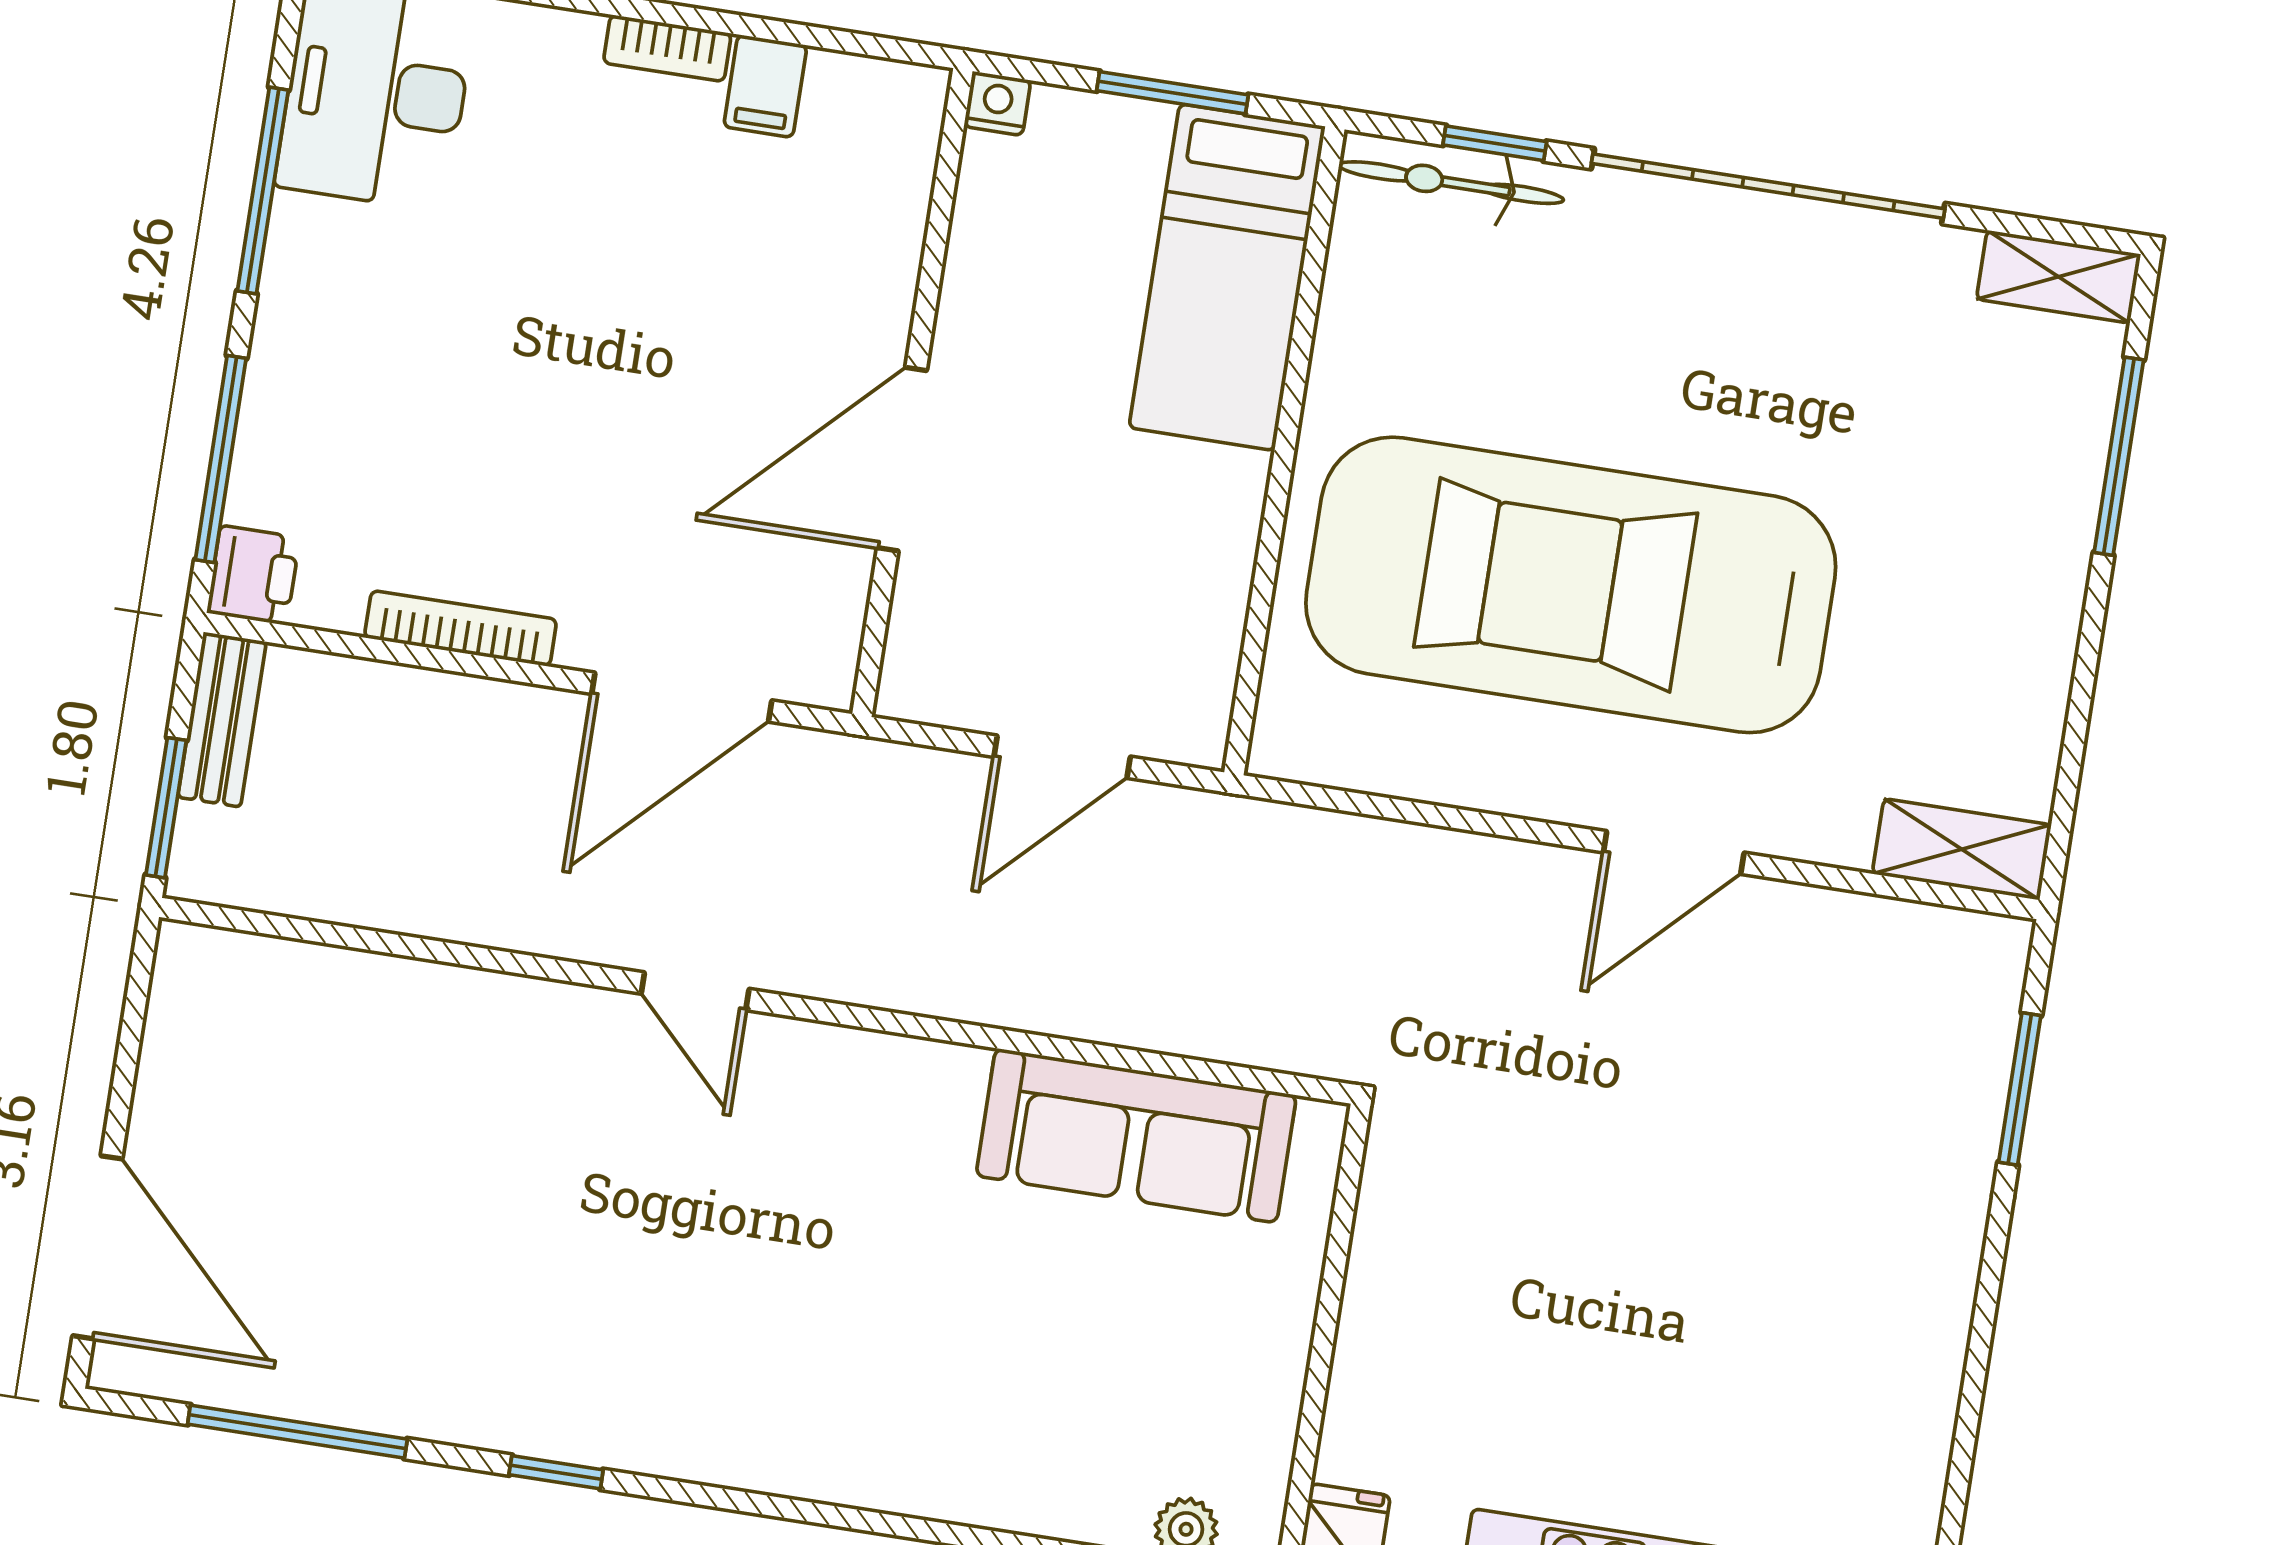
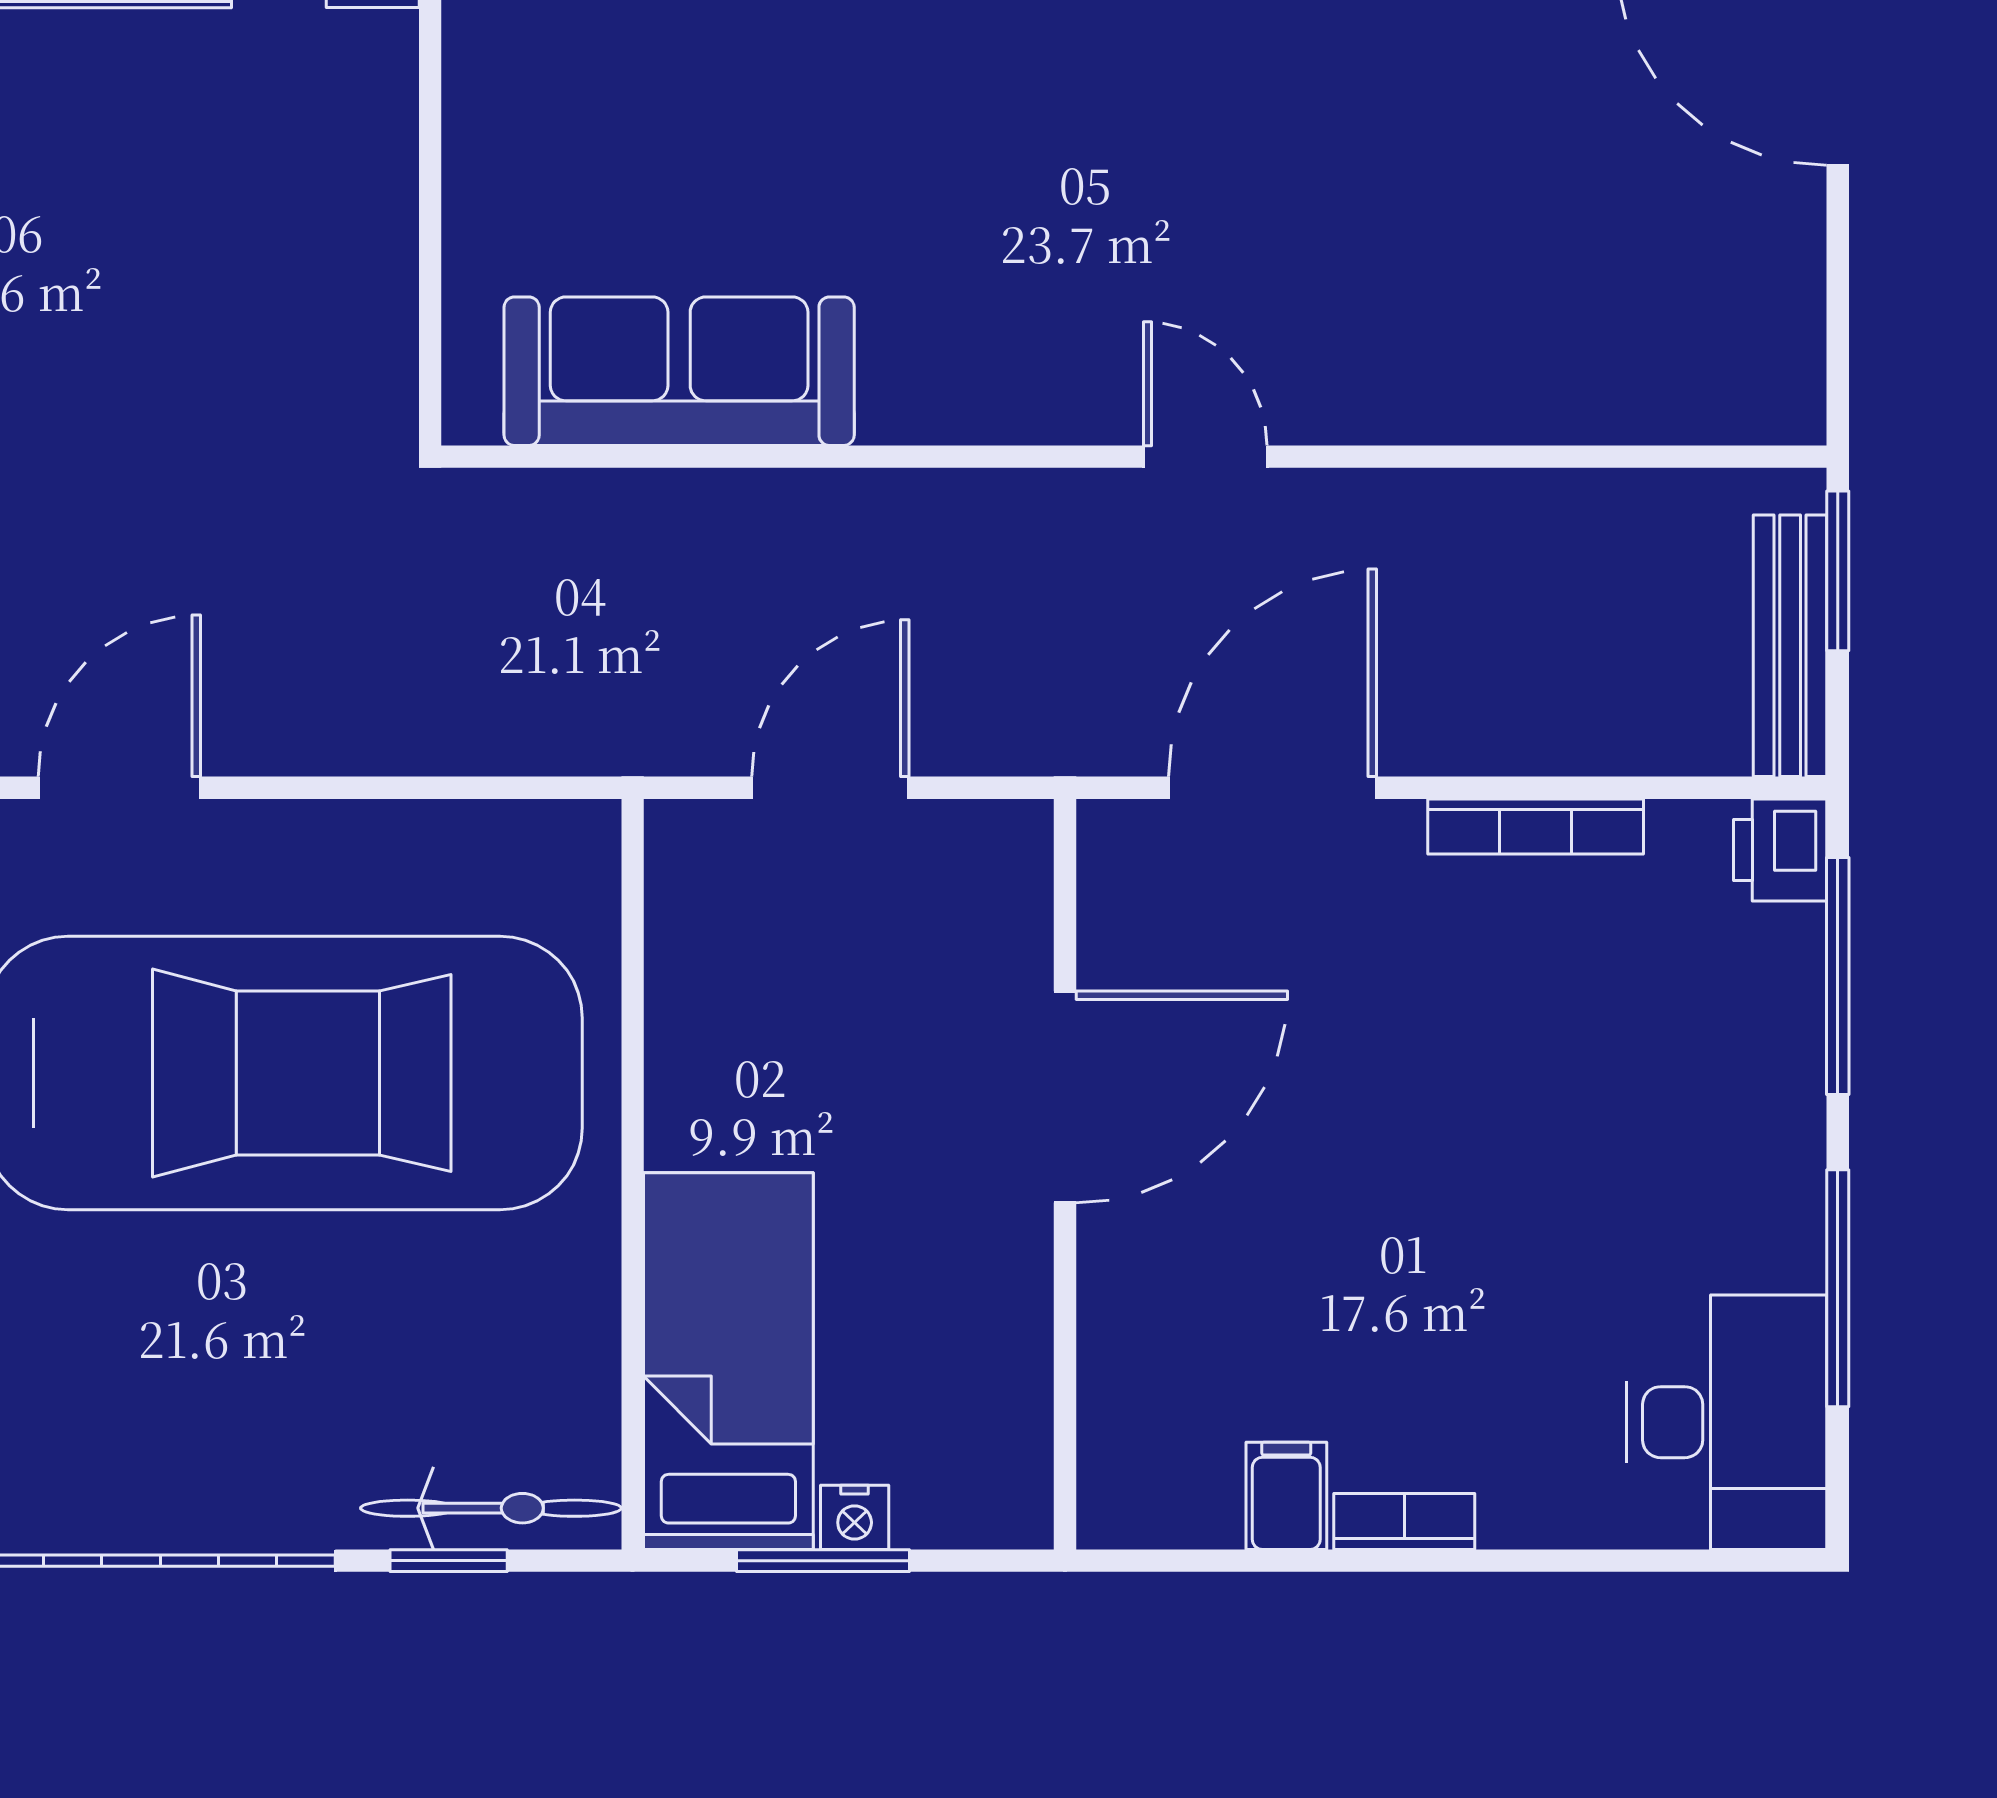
nightstand: (997, 103) -> (855, 1517), moved
bench: (222, 720) -> (1790, 646), width x1.36

